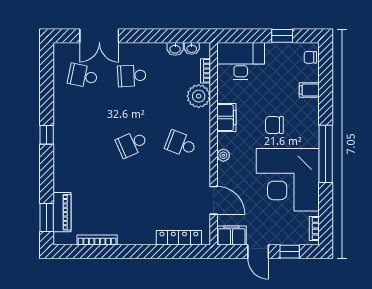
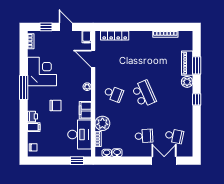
window: (282, 36) -> (77, 161), moved
desk: (241, 61) -> (80, 134), moved, turned -90
printer: (311, 107) -> (33, 116), added
school desk: (132, 144) -> (144, 94), width x1.85
window: (326, 154) -> (24, 87), width x0.68
plant: (62, 163) -> (187, 82), added
corner desk: (288, 180) -> (42, 71), width x0.74, depth x0.74
piano: (62, 212) -> (187, 63), moved
window: (47, 217) -> (197, 65), moved
filing cabinet: (231, 236) -> (87, 37), width x0.50

